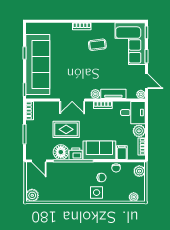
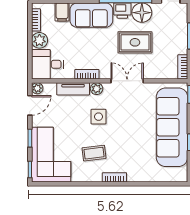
side table: (94, 73) -> (99, 117), added
door: (146, 81) -> (30, 105), swing flipped

